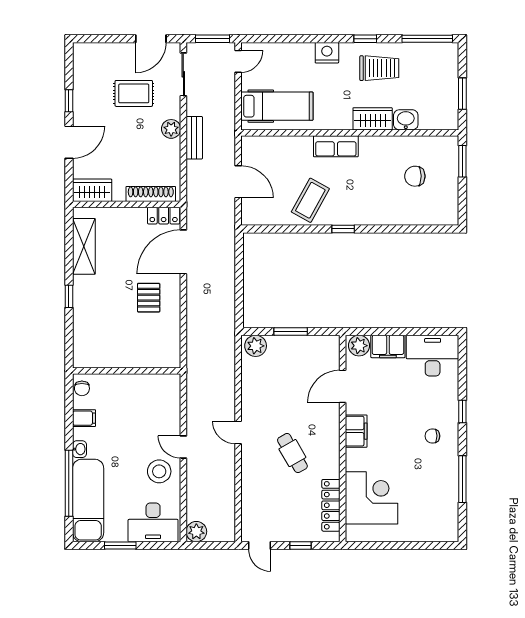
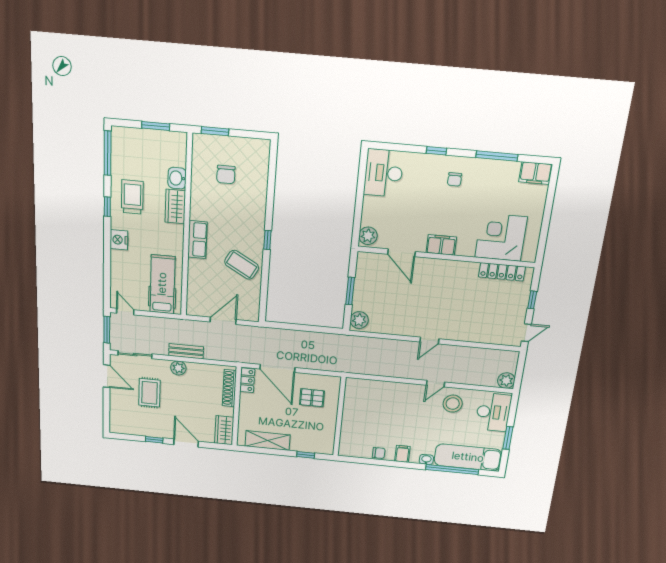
filing cabinet: (388, 346) -> (536, 173), moved, turned 90
wall: (127, 371) -> (339, 417), moved
cafe table: (292, 453) -> (453, 299), removed

